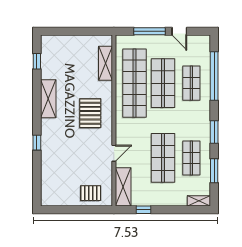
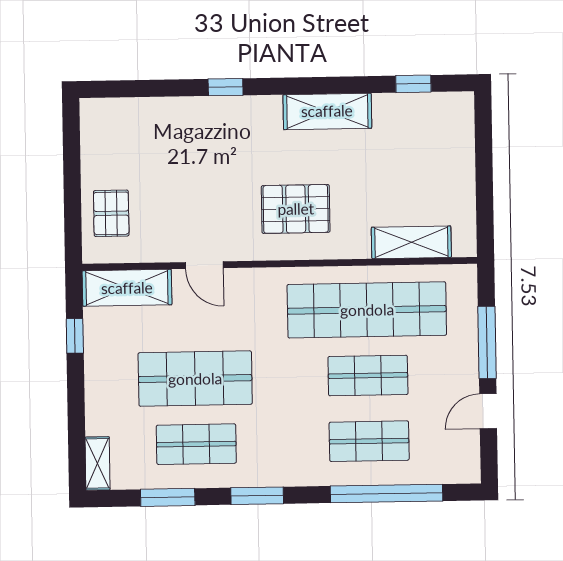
shop shelf: (163, 83) -> (368, 376), width x0.70, depth x0.74

